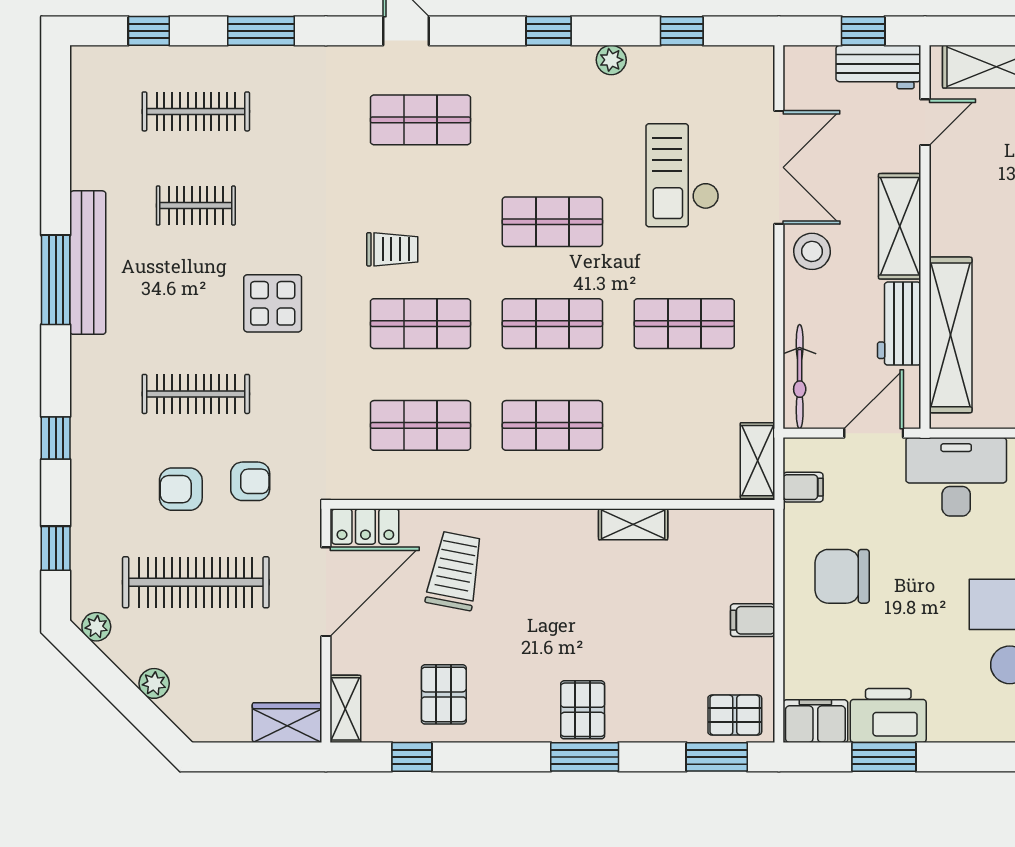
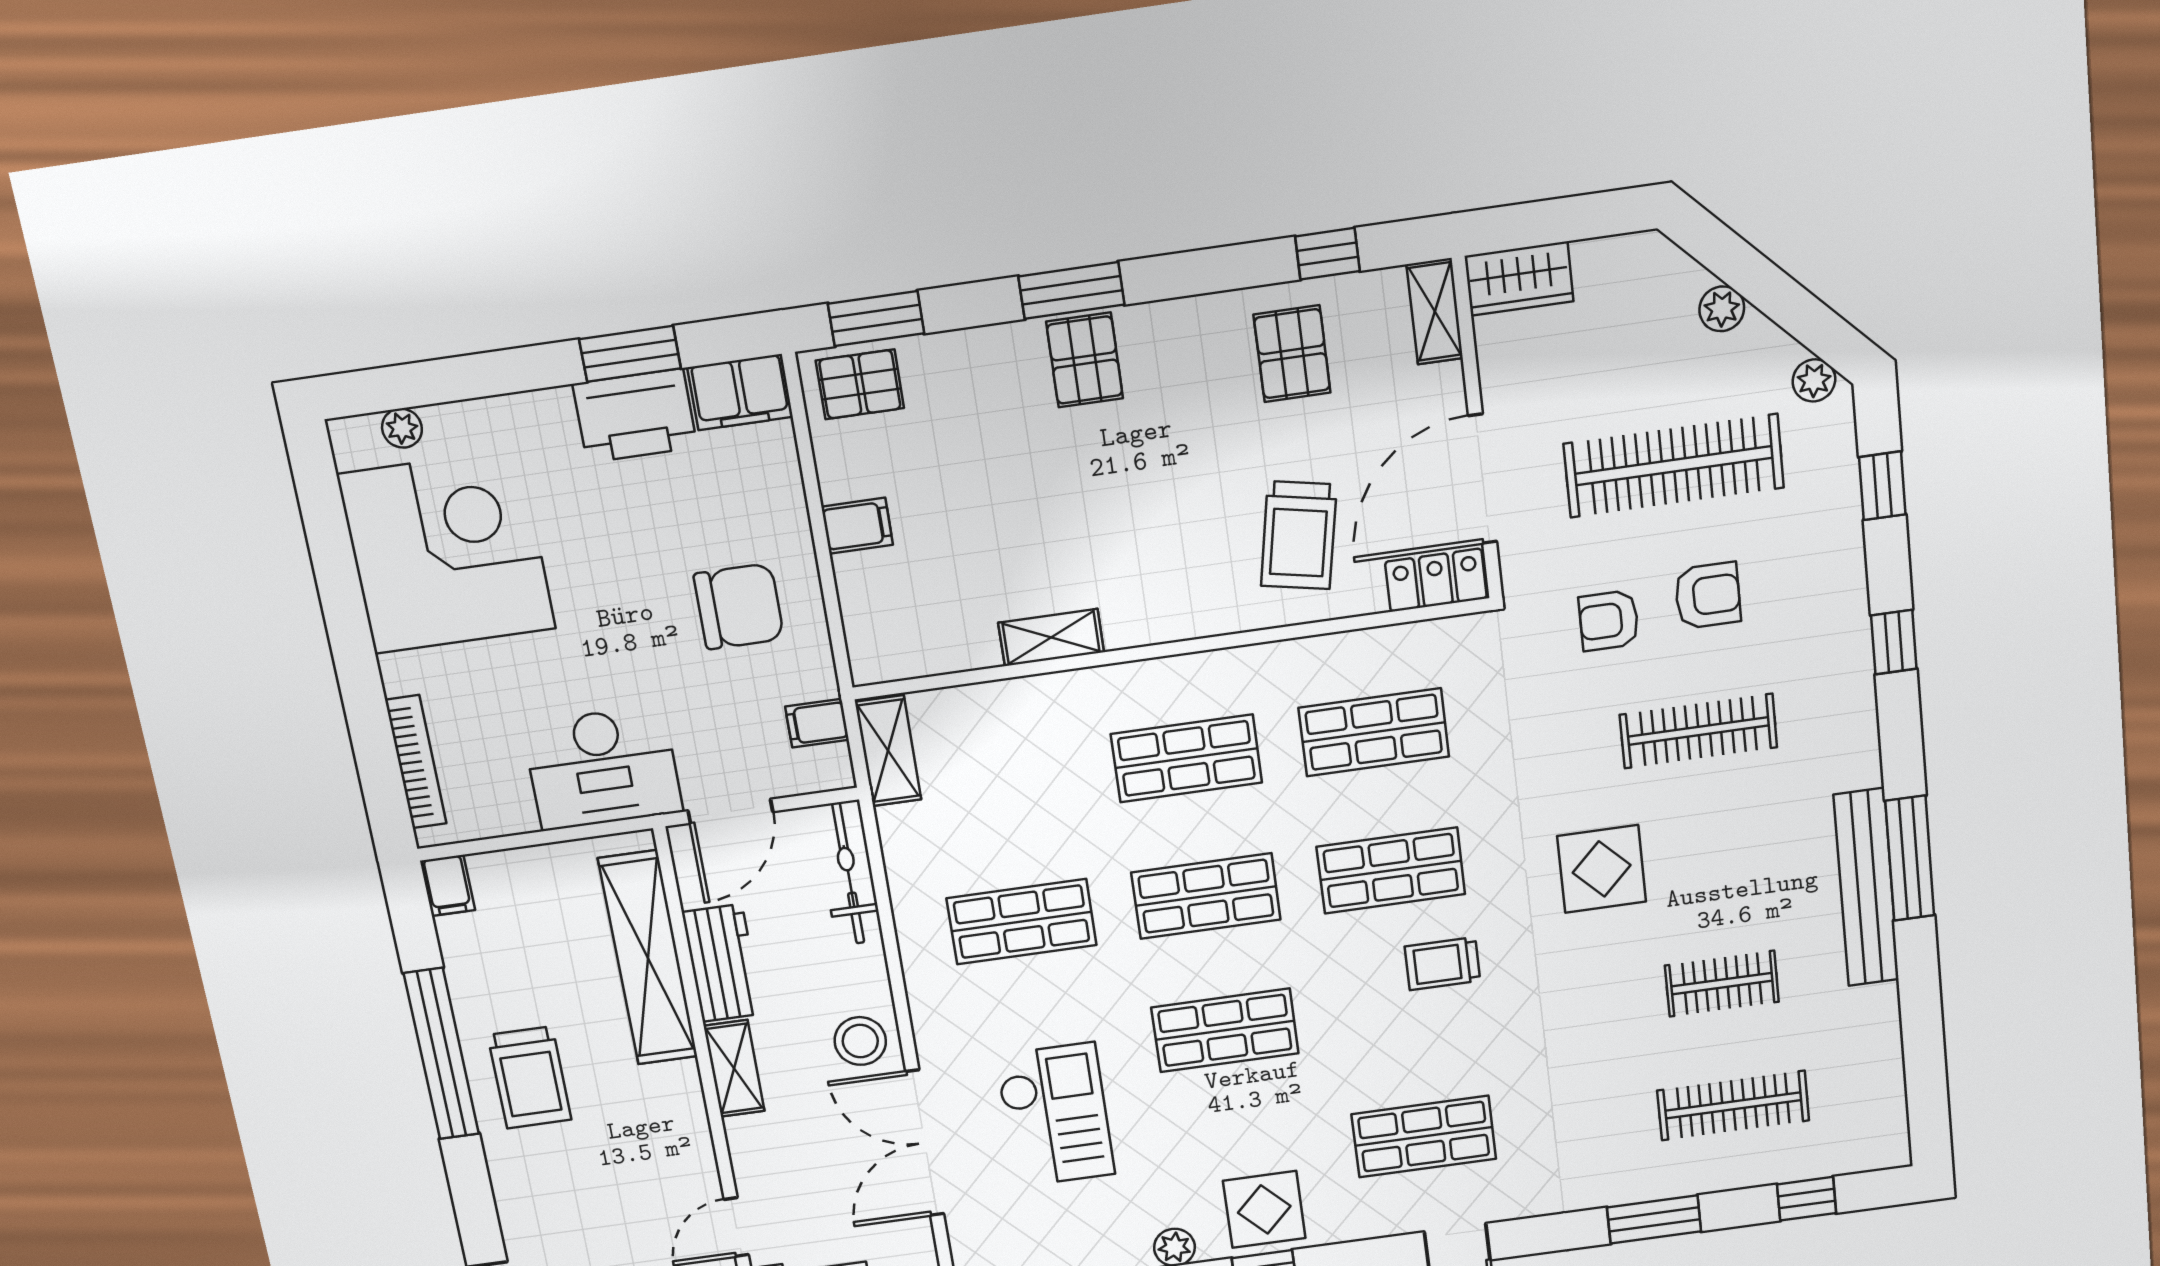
display table: (542, 80) -> (1264, 1209), added
shelving: (900, 226) -> (734, 1068), width x0.67, depth x0.75

